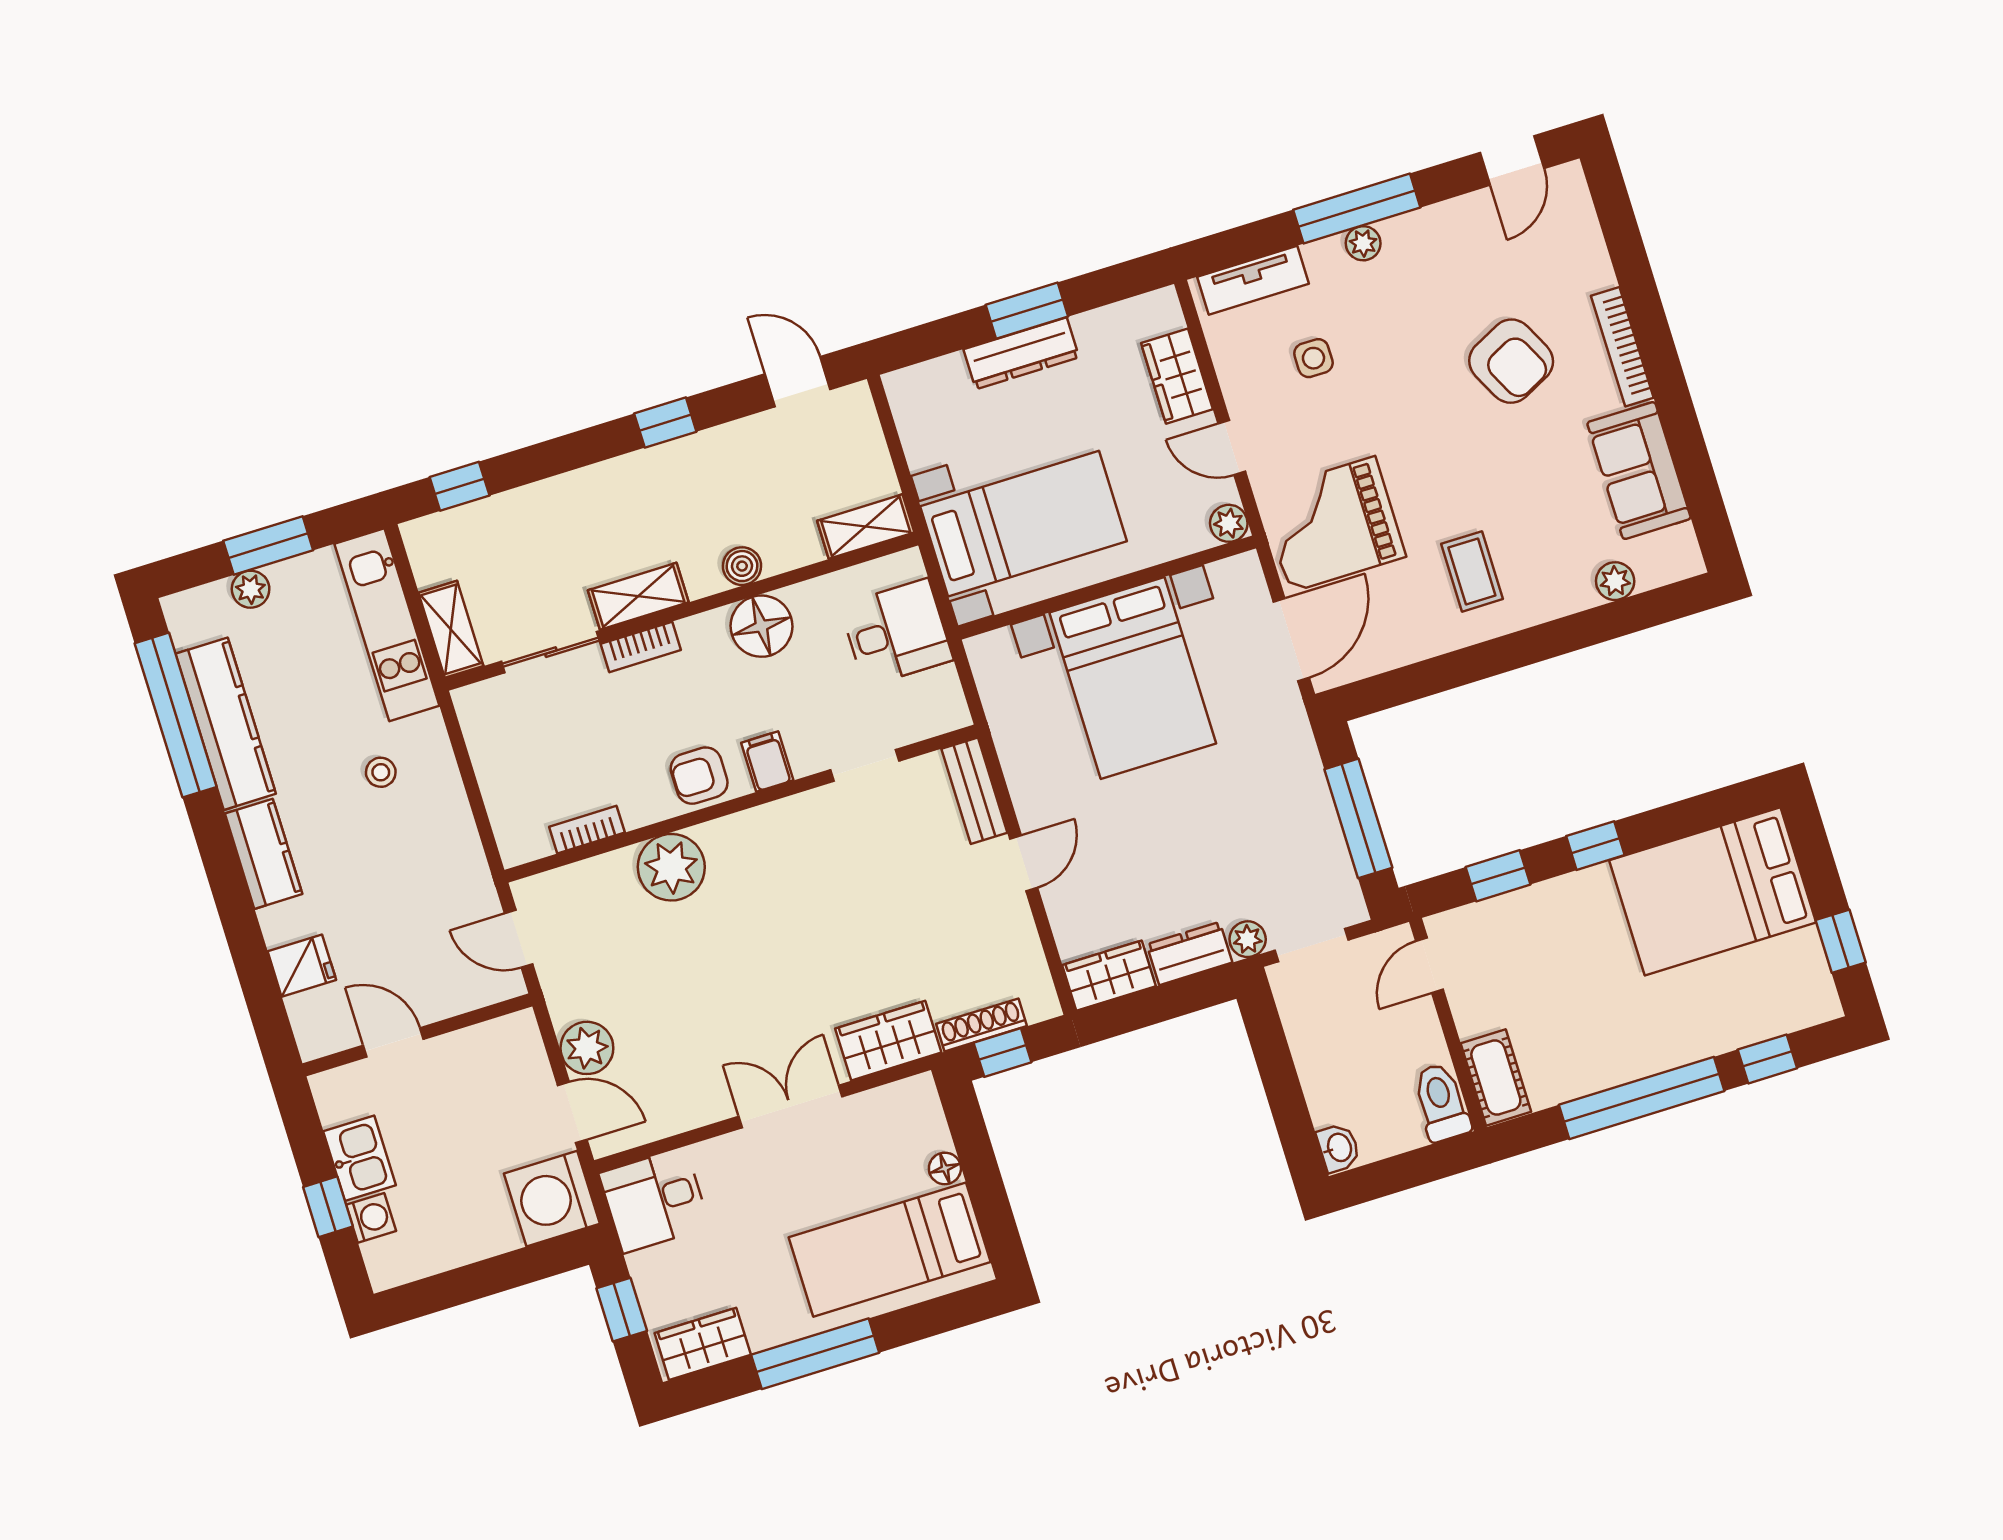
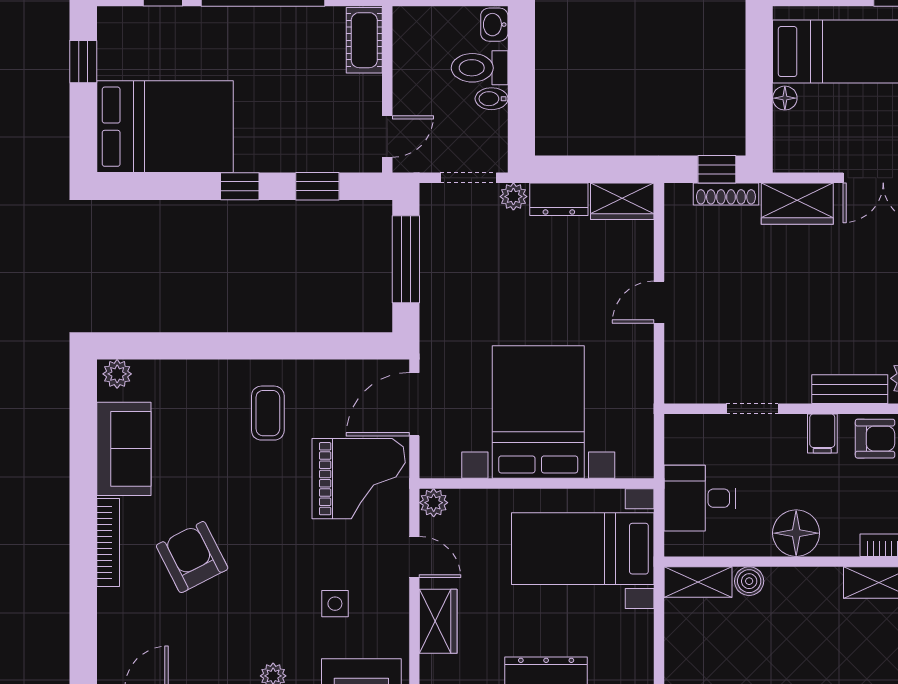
boiler: (742, 566) -> (749, 581), moved
plant: (1615, 581) -> (117, 374), moved
bench: (974, 791) -> (850, 389), moved, turned 90
bidet: (1313, 1054) -> (492, 99), added
toilet: (1441, 1102) -> (480, 68), moved, turned 90

